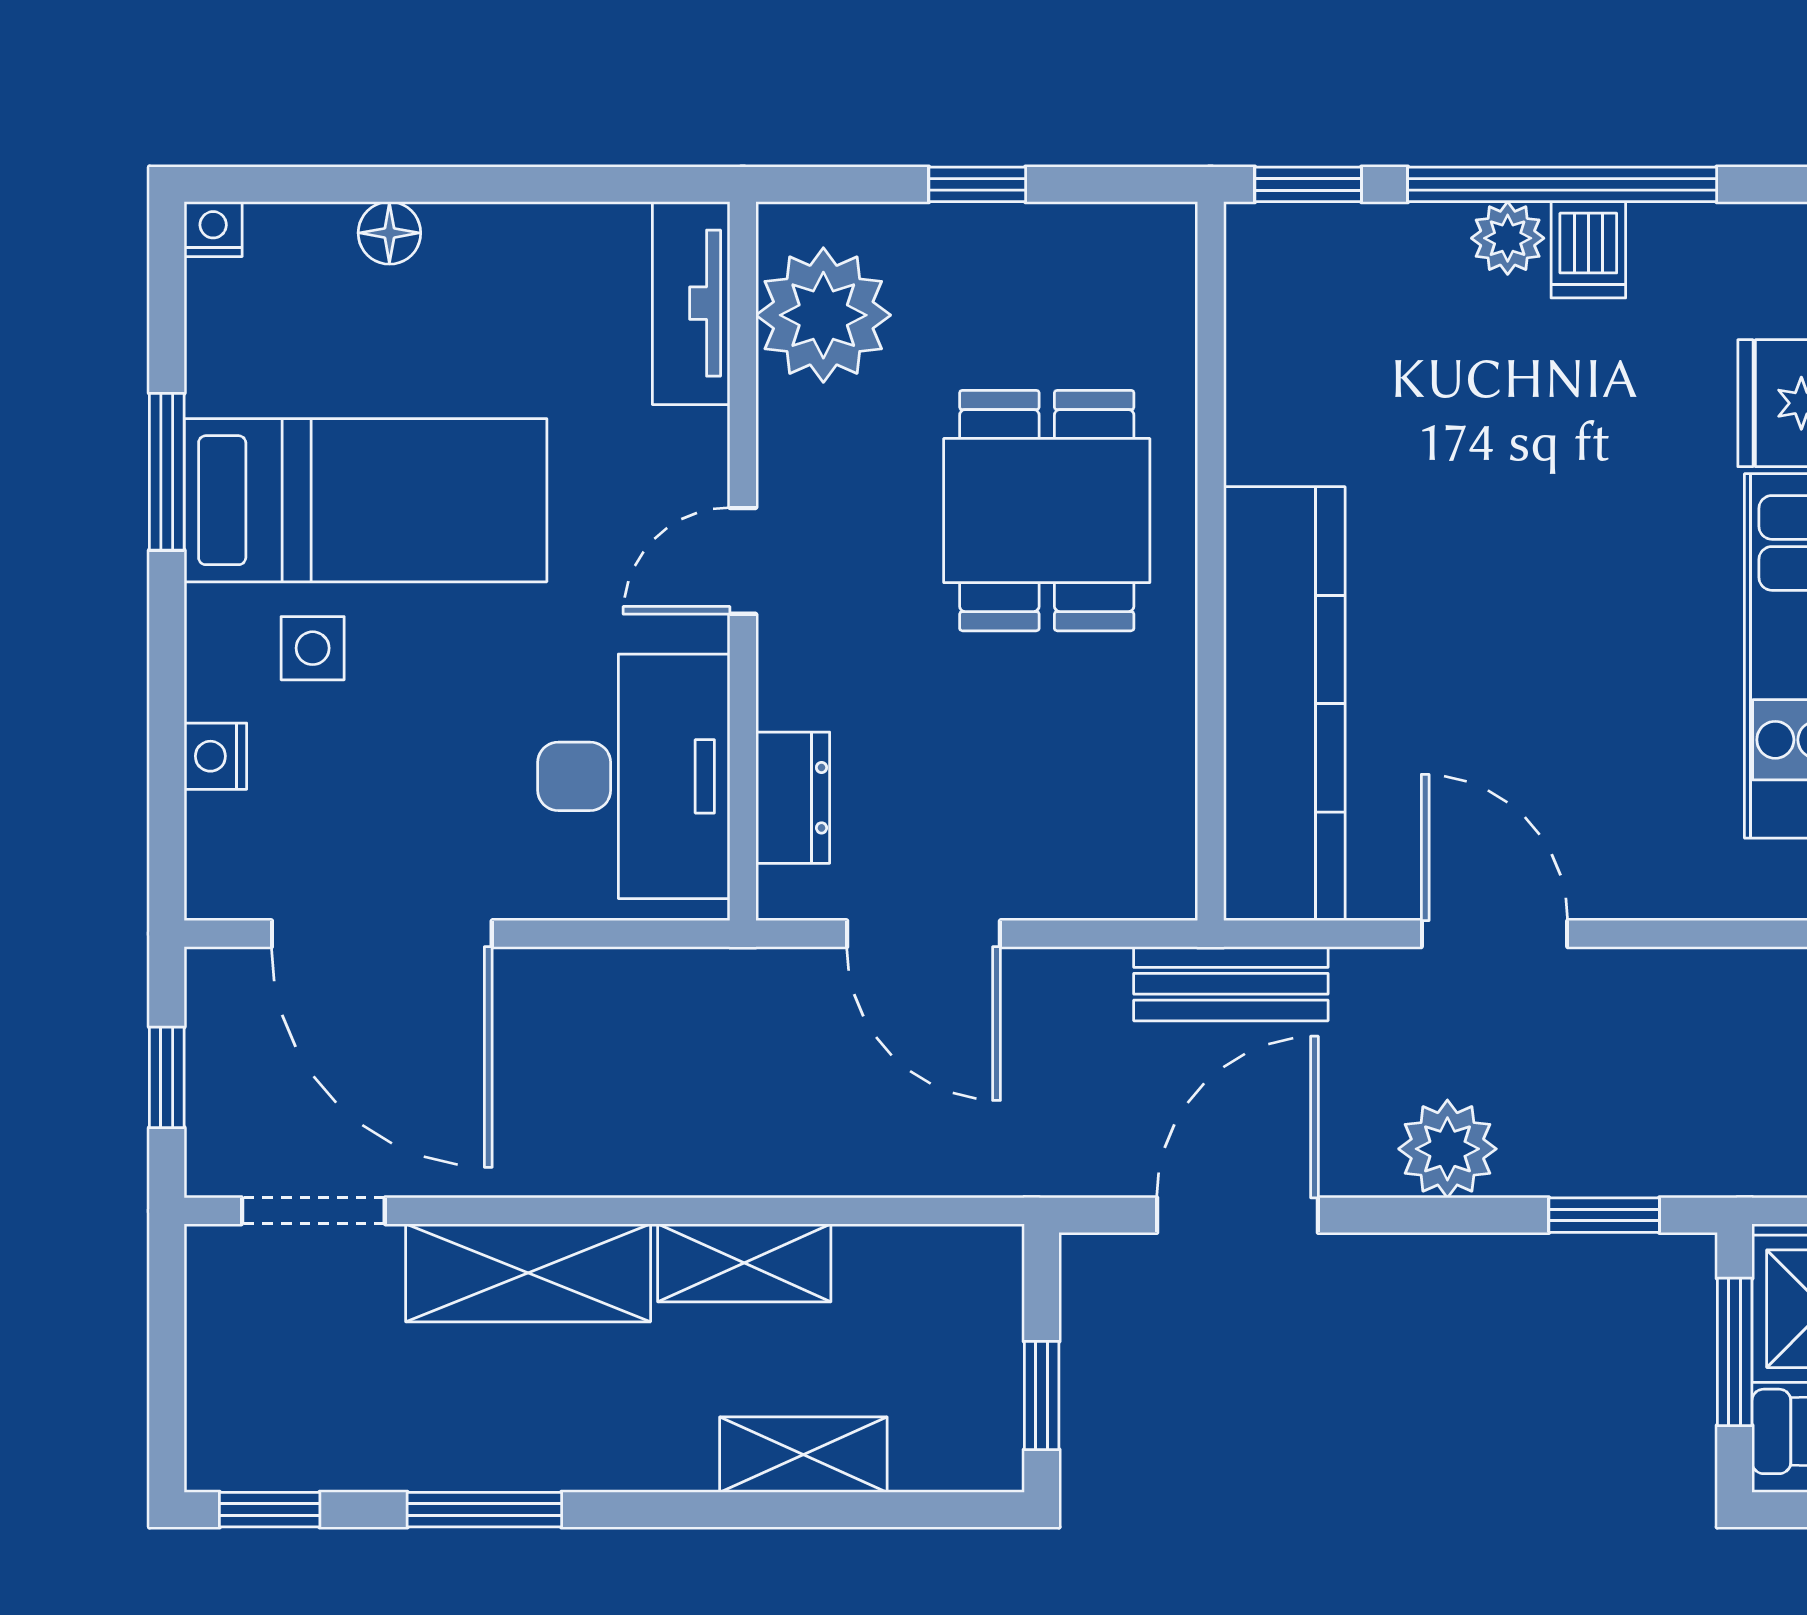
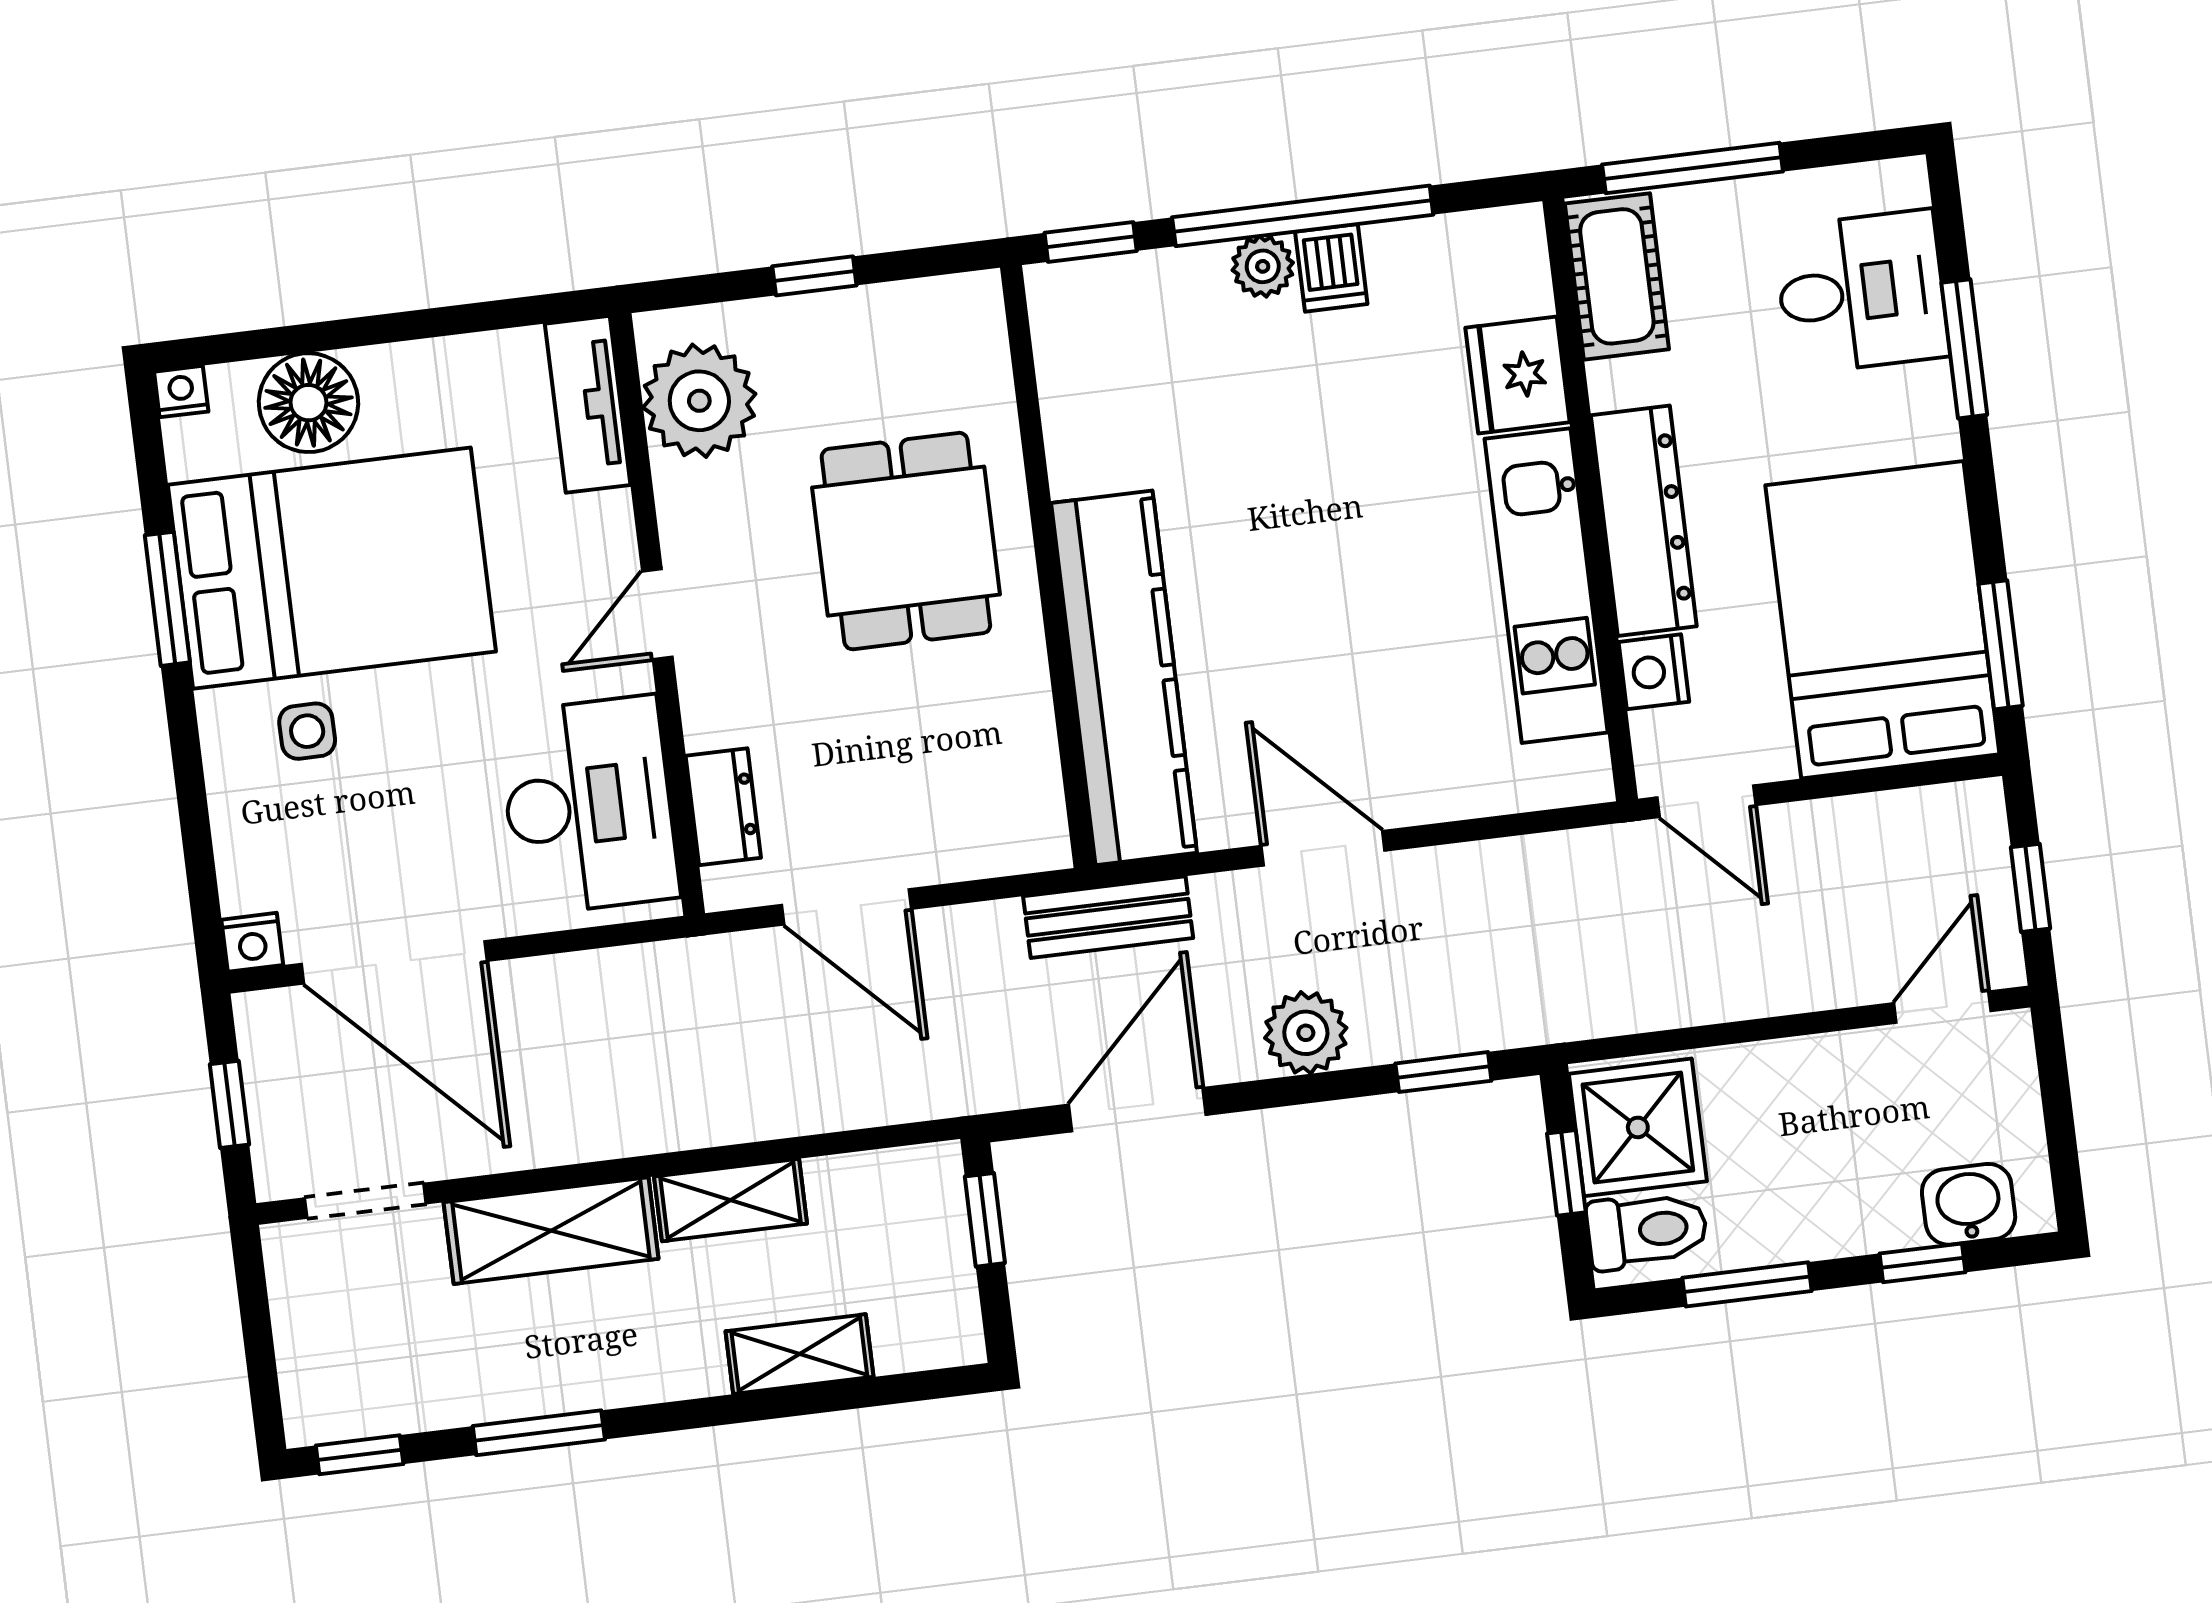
floor lamp: (389, 233) -> (308, 403), width x1.89, depth x1.89
bed: (365, 500) -> (332, 568), width x1.50
nightstand: (215, 756) -> (252, 942), moved, turned -90
window: (1735, 1352) -> (1566, 1173), width x0.67
window: (1042, 1395) -> (985, 1220), moved

